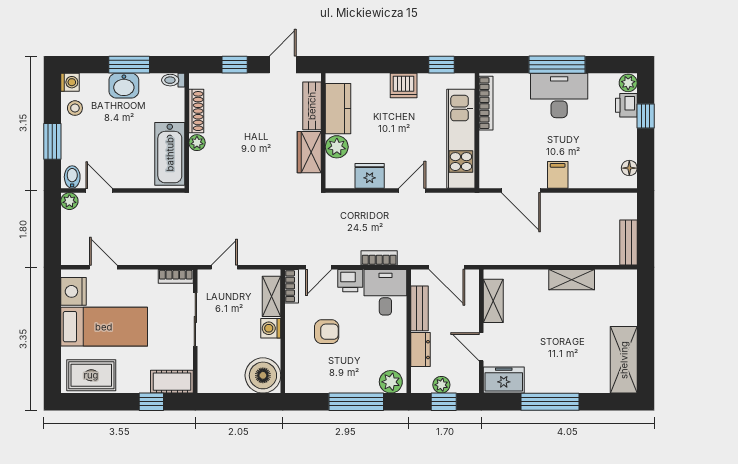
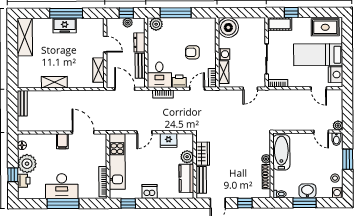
plant: (628, 83) -> (27, 164), moved, width x1.88, depth x1.88
freezer: (504, 380) -> (65, 26), moved

